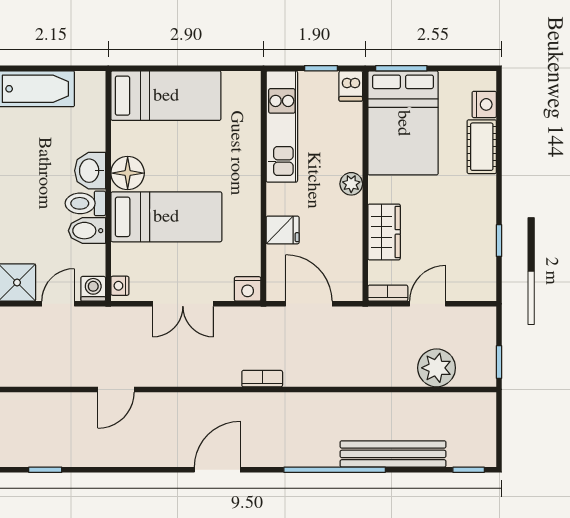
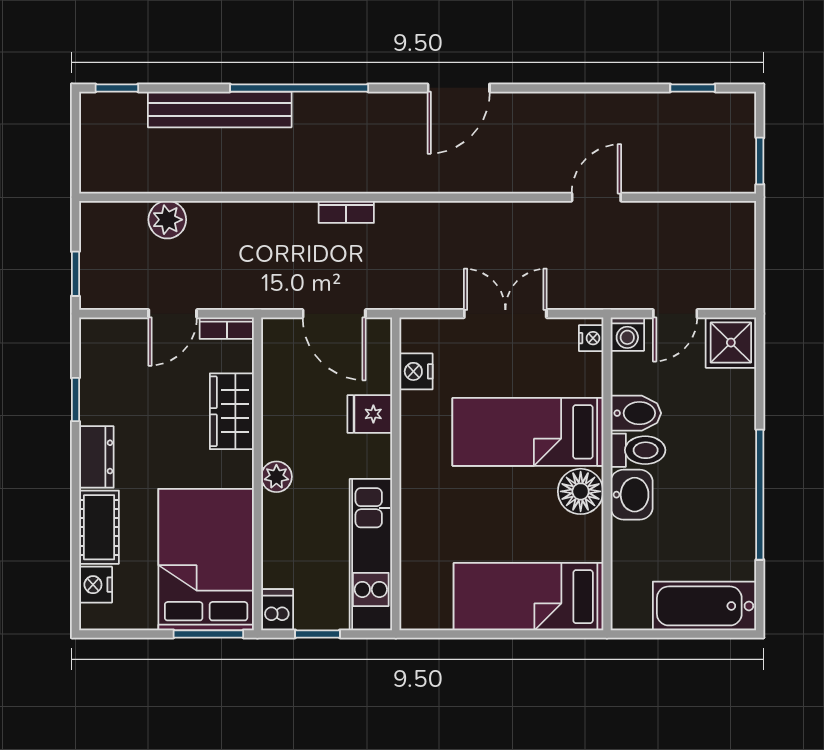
dresser: (484, 198) -> (96, 457), added
nightstand: (248, 289) -> (416, 371), moved, turned -90
window: (499, 362) -> (75, 274), moved
plant: (437, 368) -> (167, 220), width x0.73, depth x0.73
bookcase: (262, 379) -> (346, 212), moved

